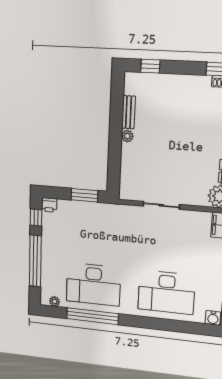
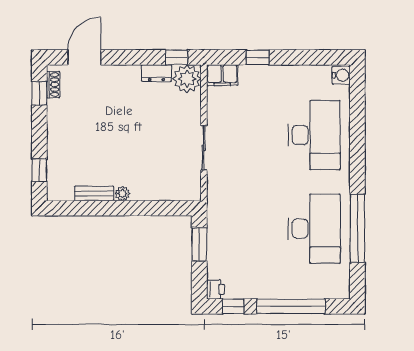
plant: (55, 301) -> (343, 279), removed

